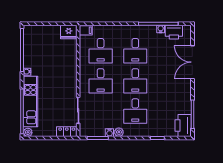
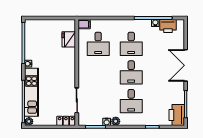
fridge: (69, 32) -> (69, 39), moved, turned 90
double door: (192, 62) -> (186, 65), moved
desk: (101, 81) -> (98, 72), removed

